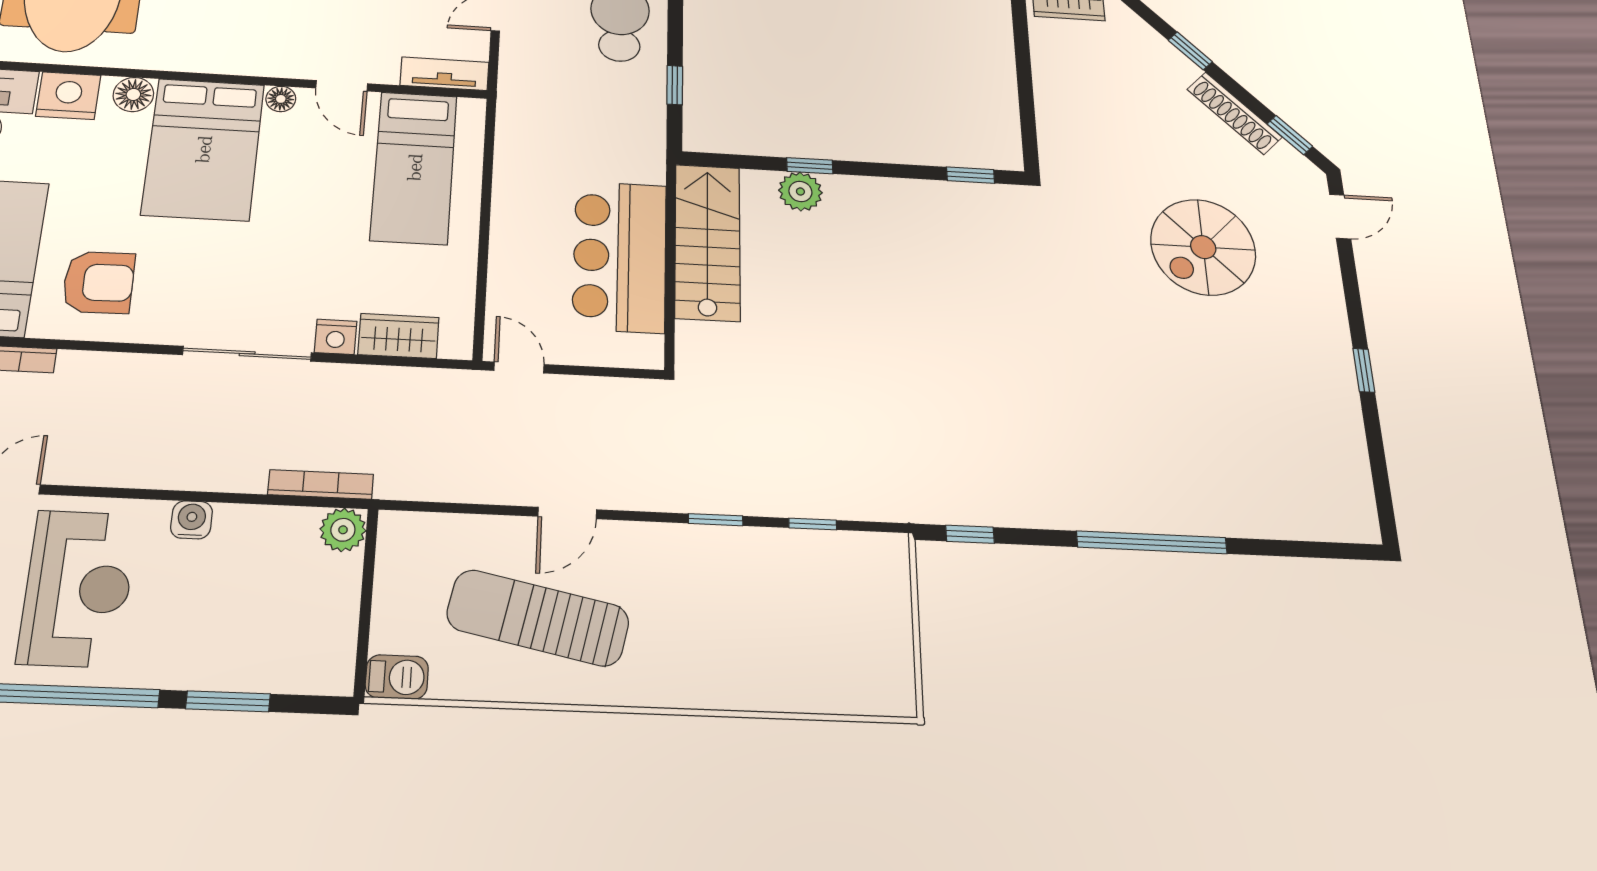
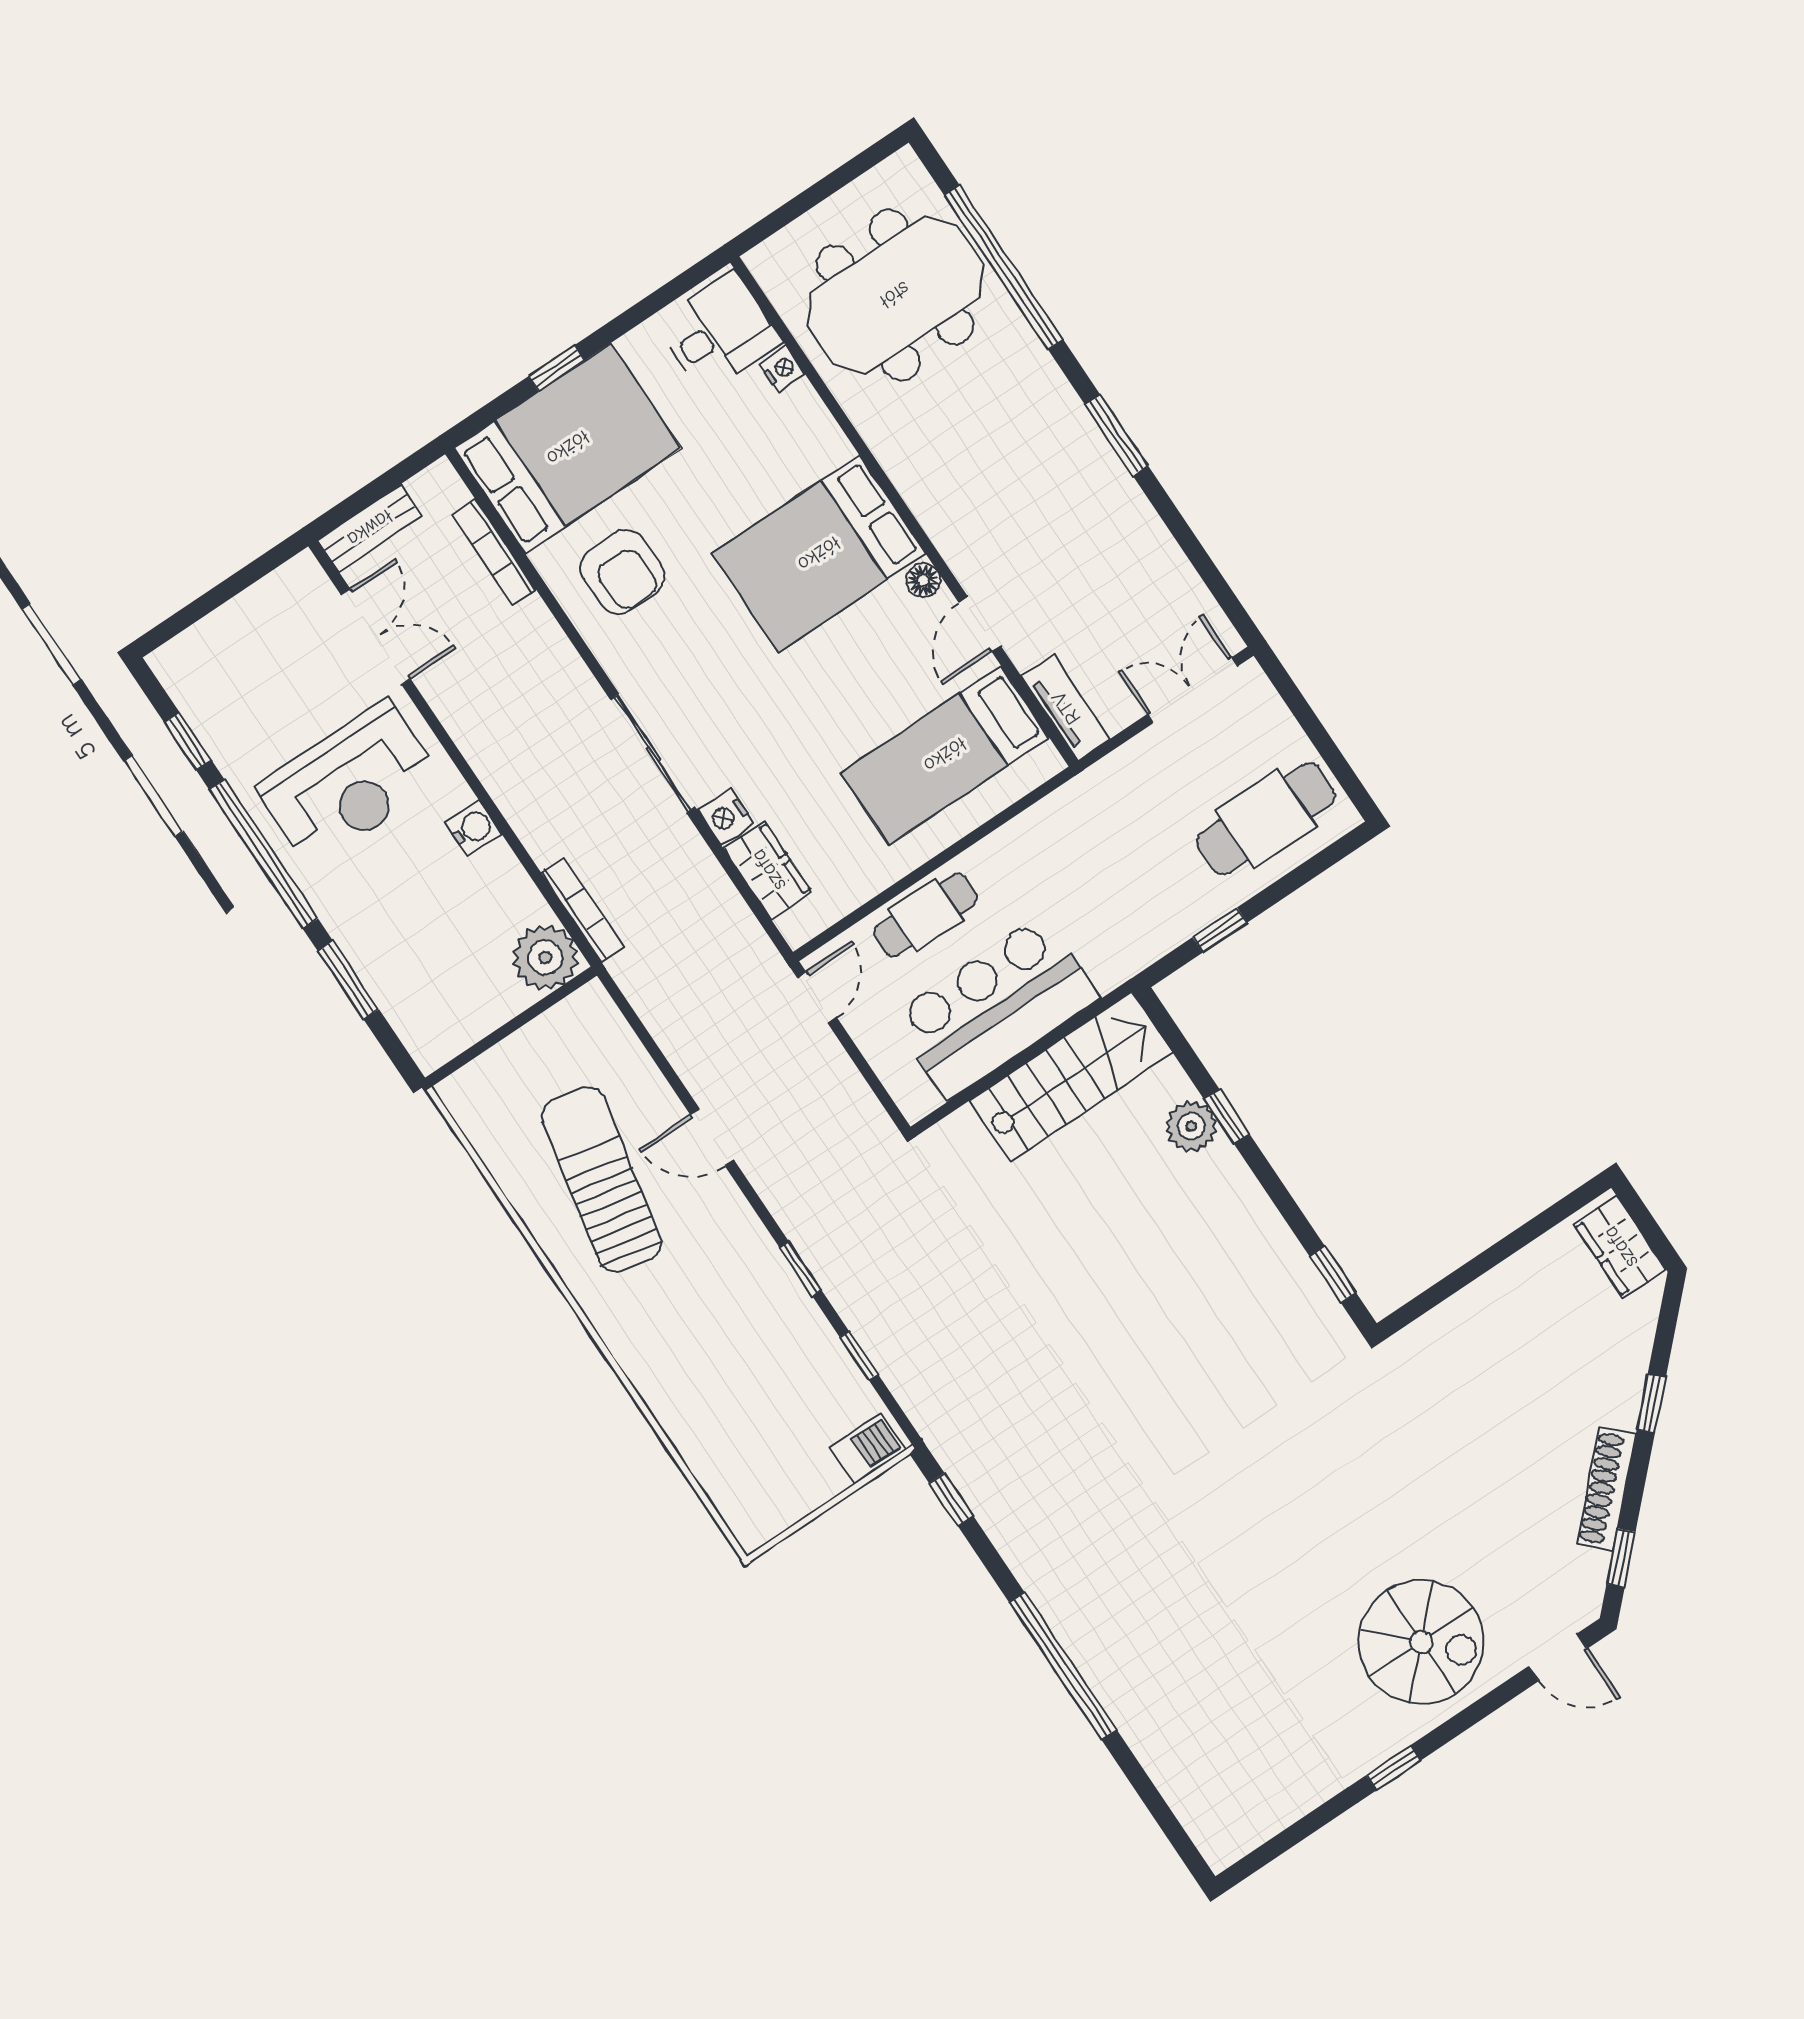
floor lamp: (133, 94) -> (826, 445), removed
nightstand: (68, 96) -> (782, 369), width x0.53, depth x0.56
spiral stairs: (1203, 247) -> (1421, 1642), moved, turned 180
cafe table: (517, 256) -> (926, 915), added
plant: (343, 530) -> (545, 958), width x1.36, depth x1.36
barbecue: (397, 677) -> (868, 1449), moved, turned -90

